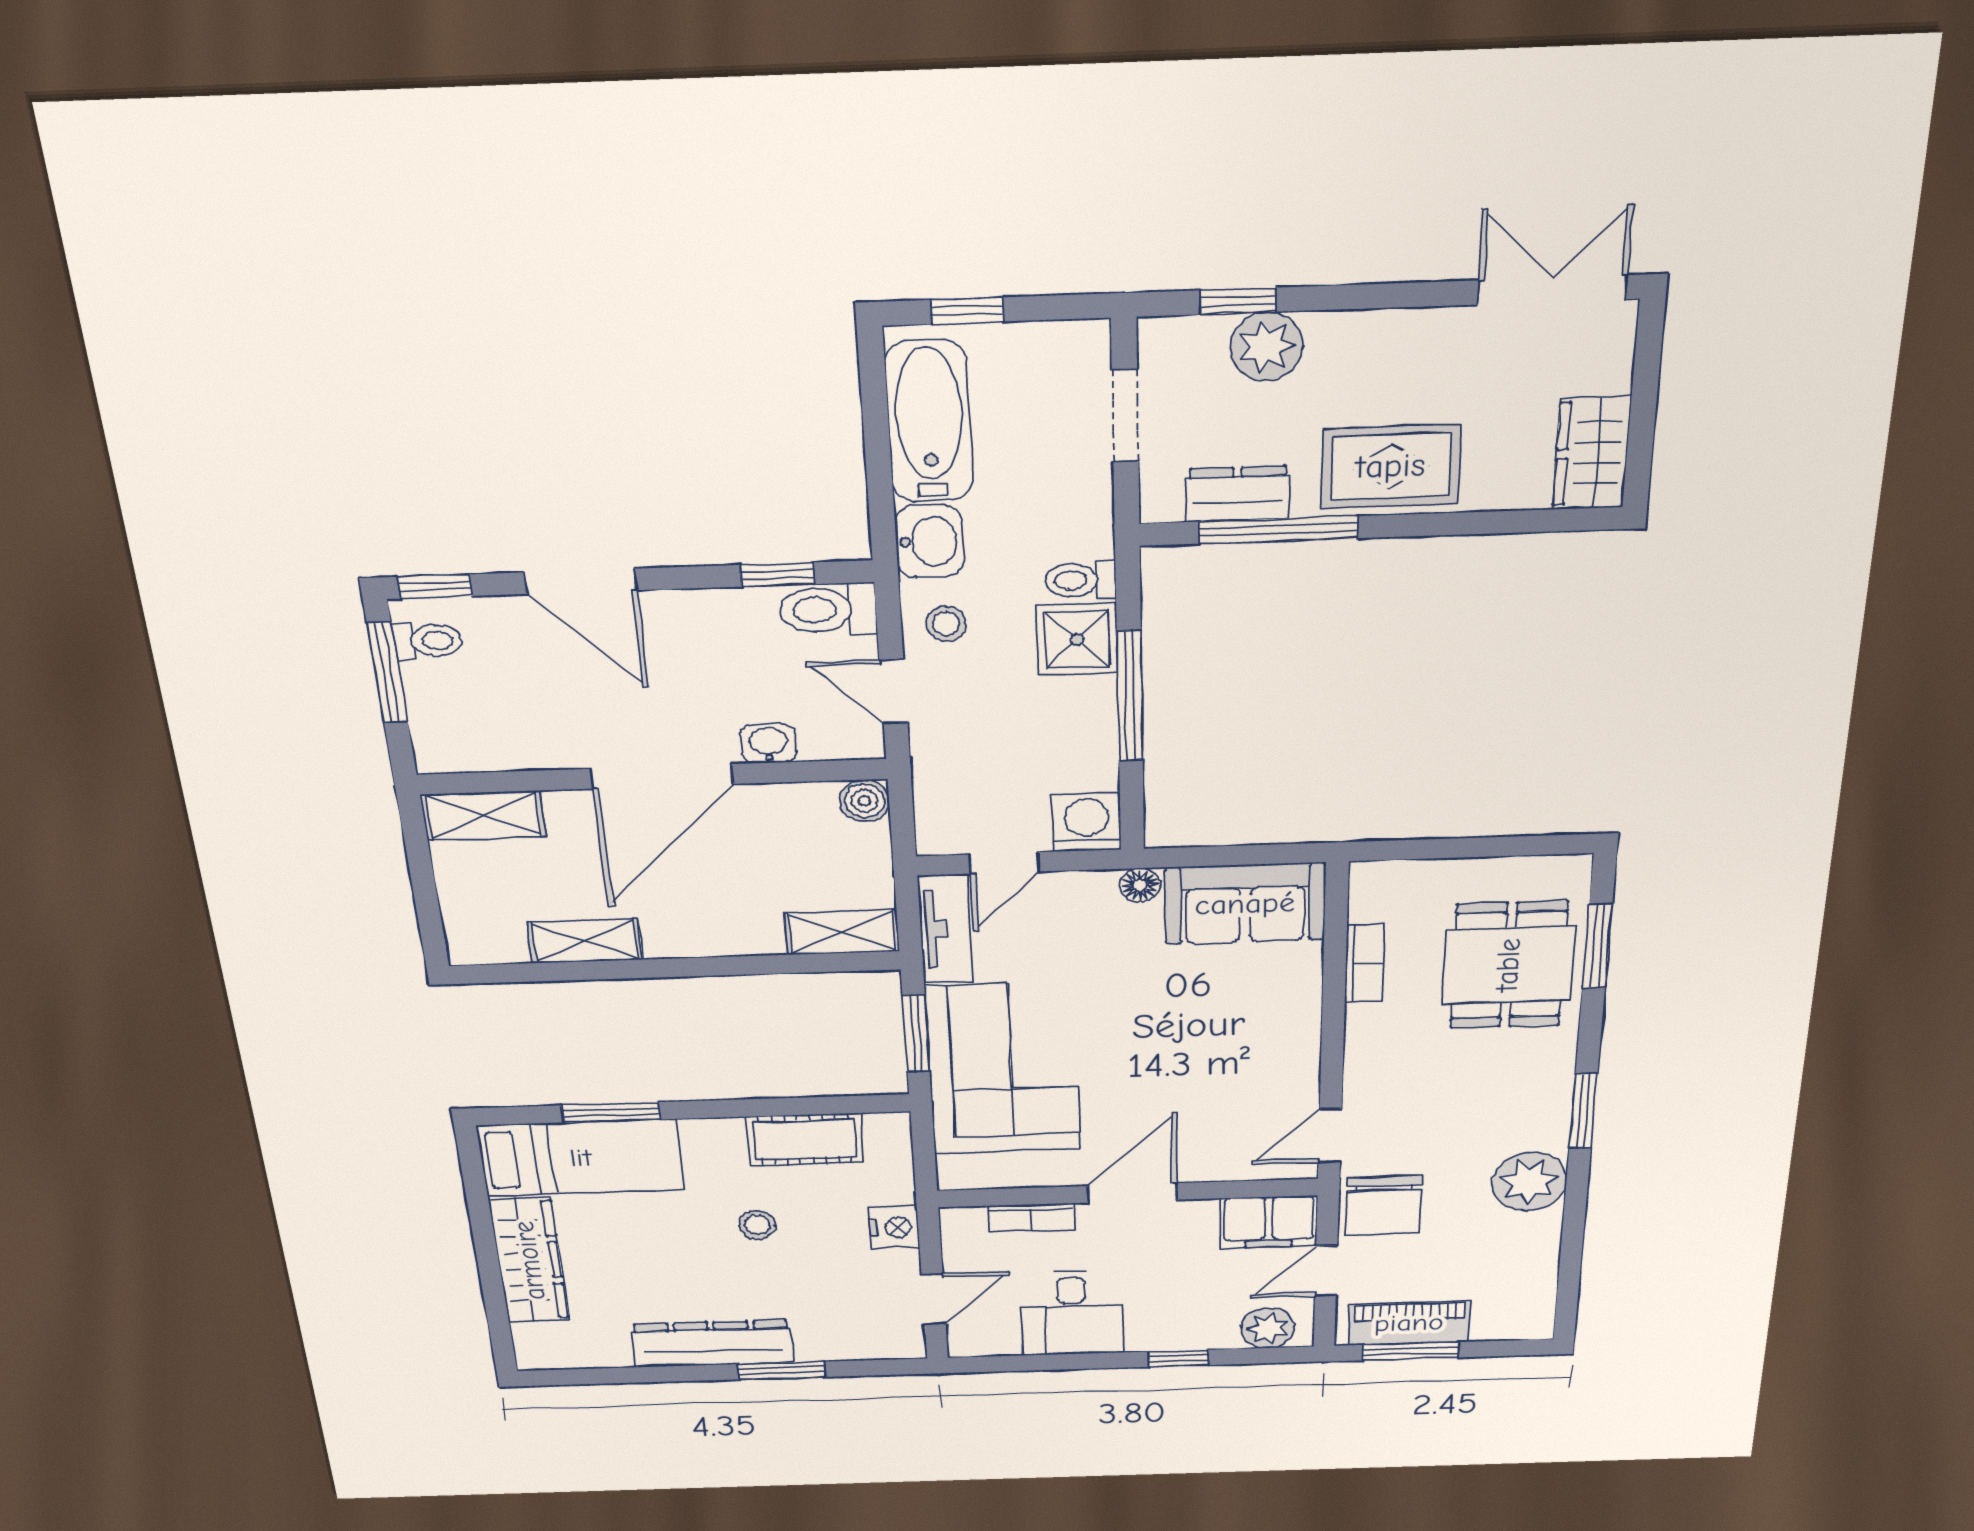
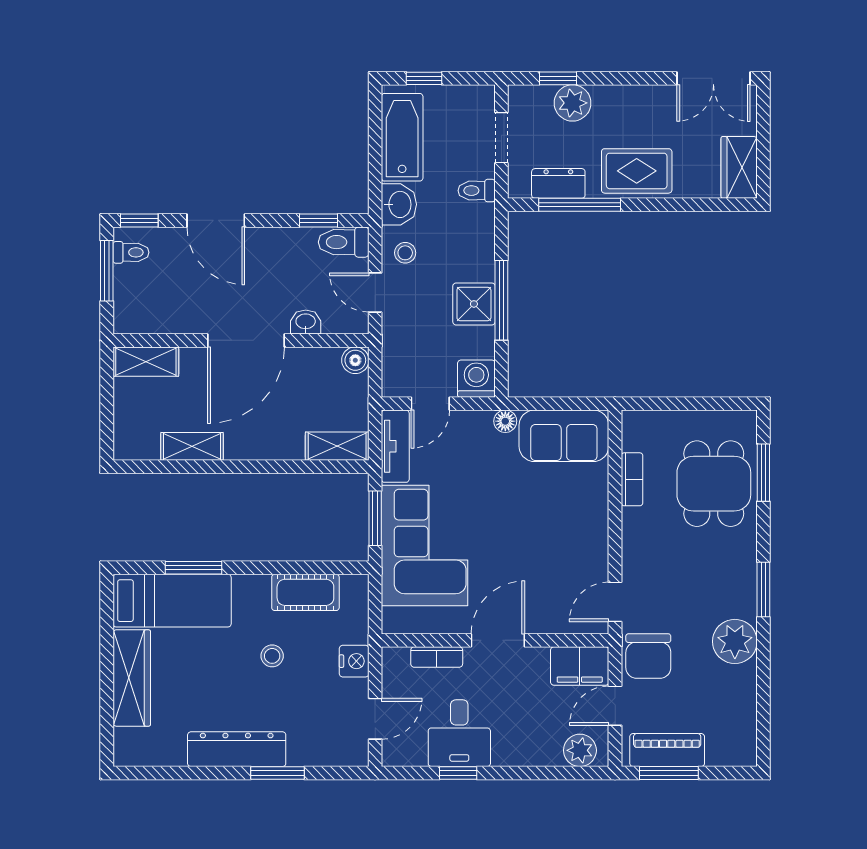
double door: (1552, 290) -> (713, 78), swing flipped
toilet: (1080, 580) -> (477, 191), moved
shower: (1077, 639) -> (474, 304), moved
window: (1178, 1358) -> (458, 773), moved

